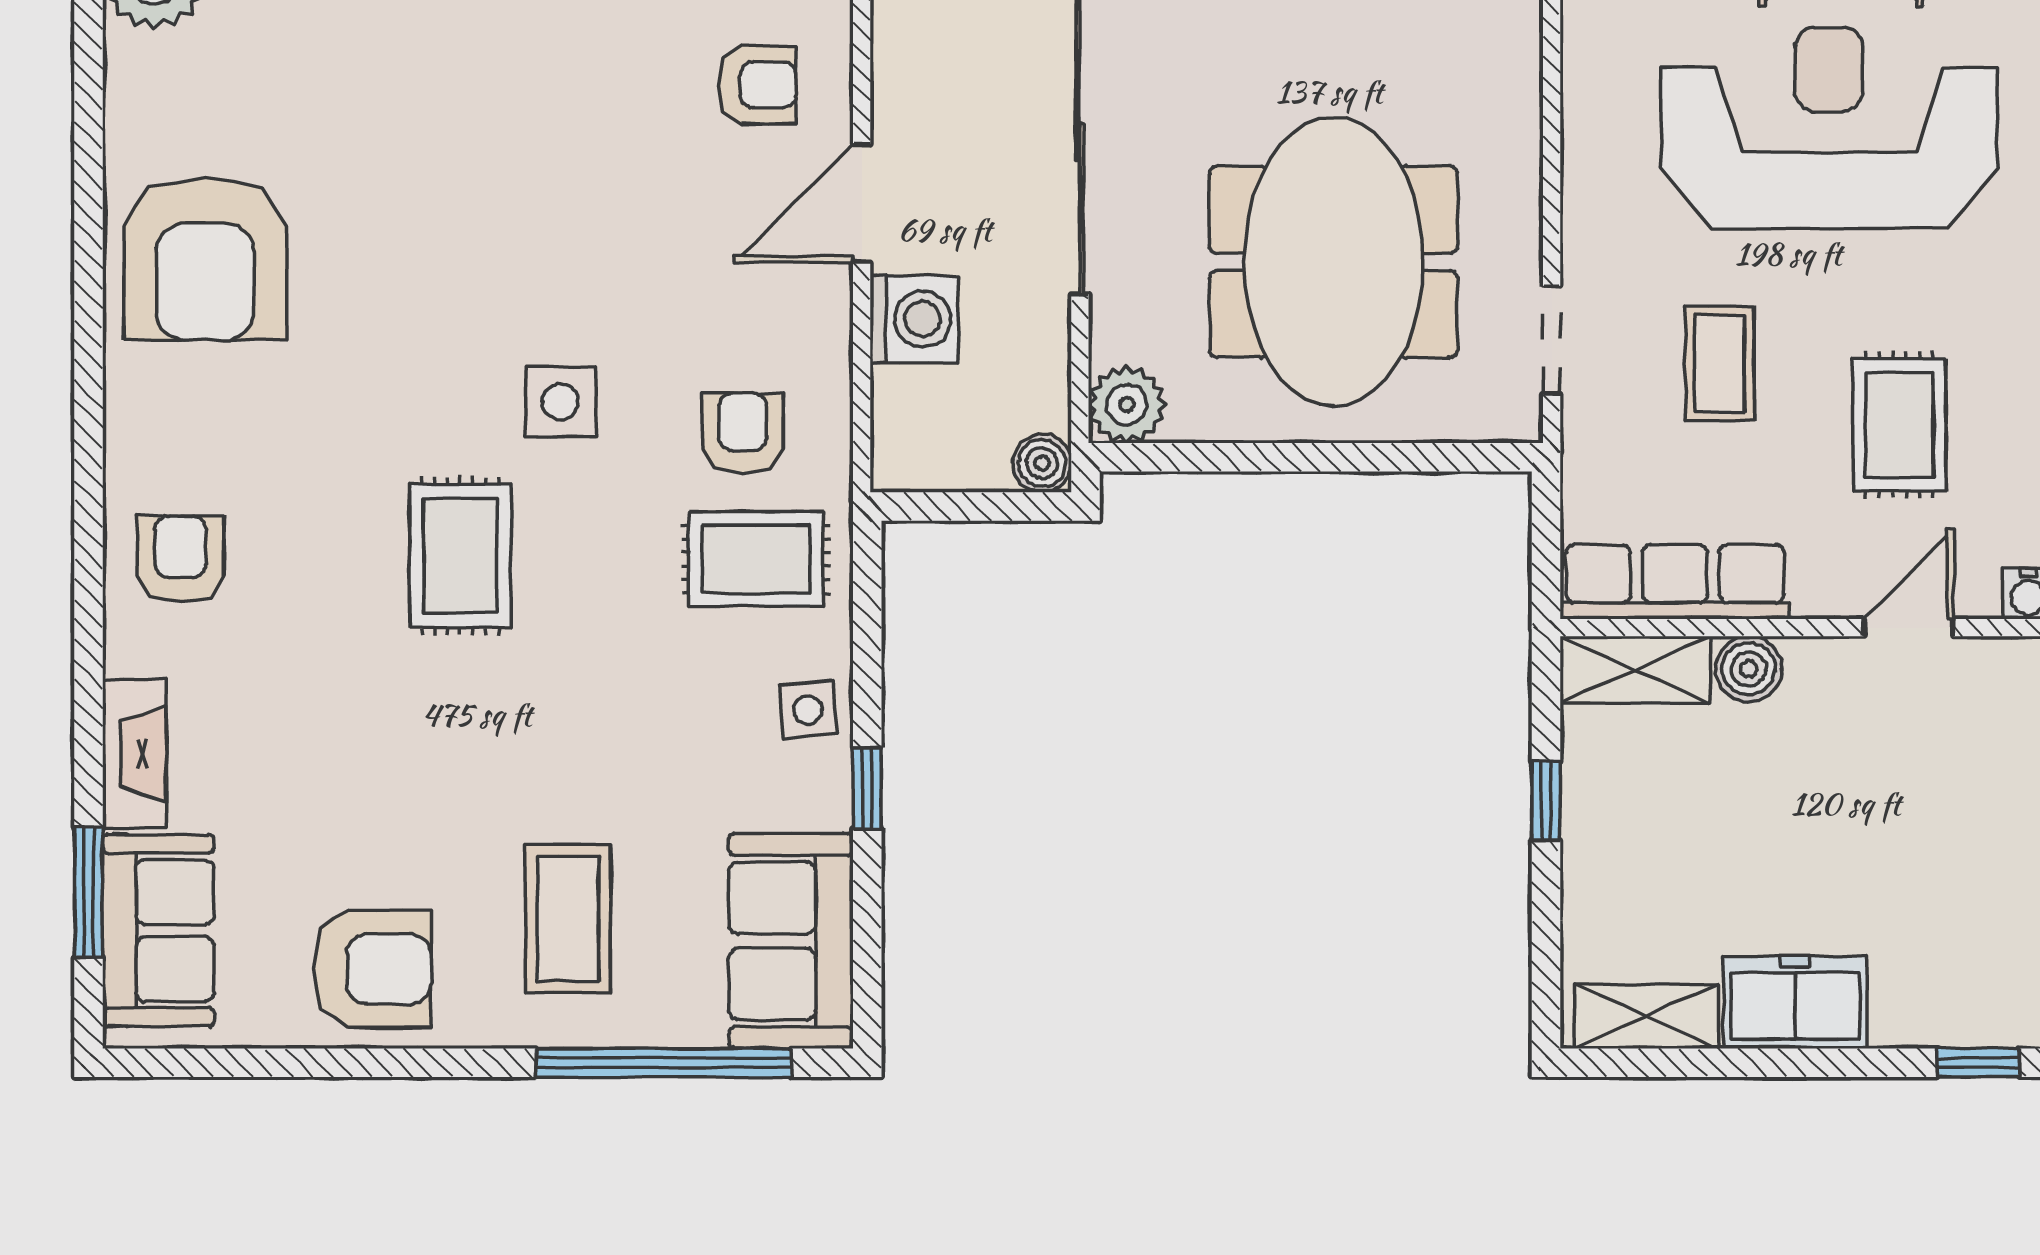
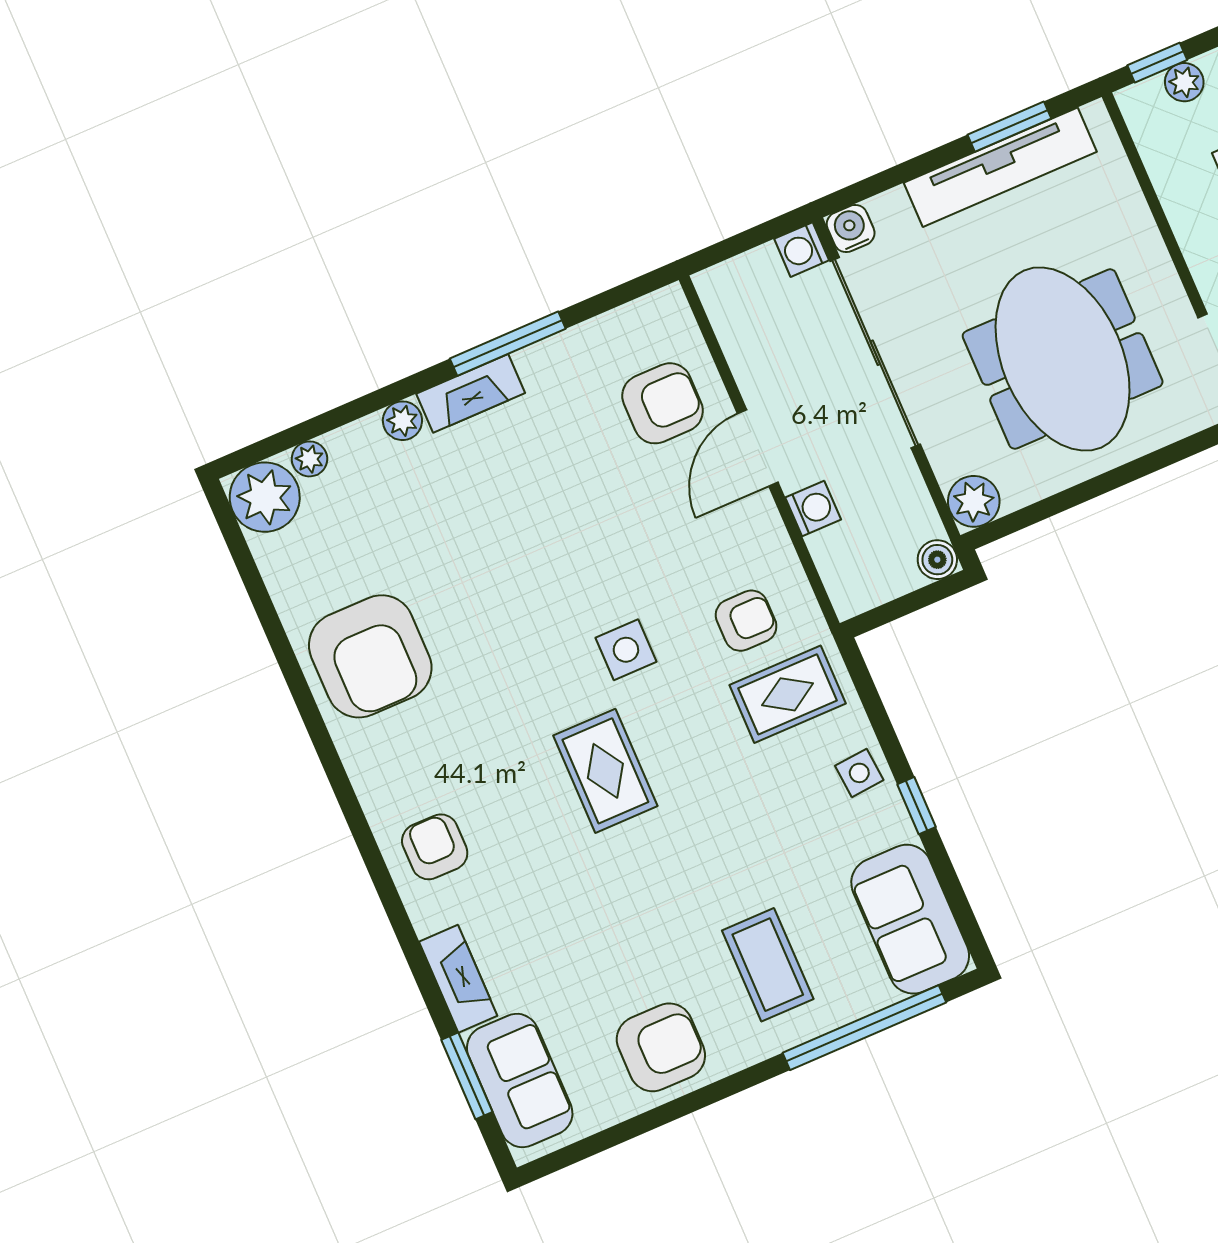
armchair: (757, 85) -> (663, 403), width x1.38, depth x1.38
washing machine: (914, 319) -> (813, 509), width x0.73, depth x0.73
armchair: (743, 433) -> (746, 621), turned 90

